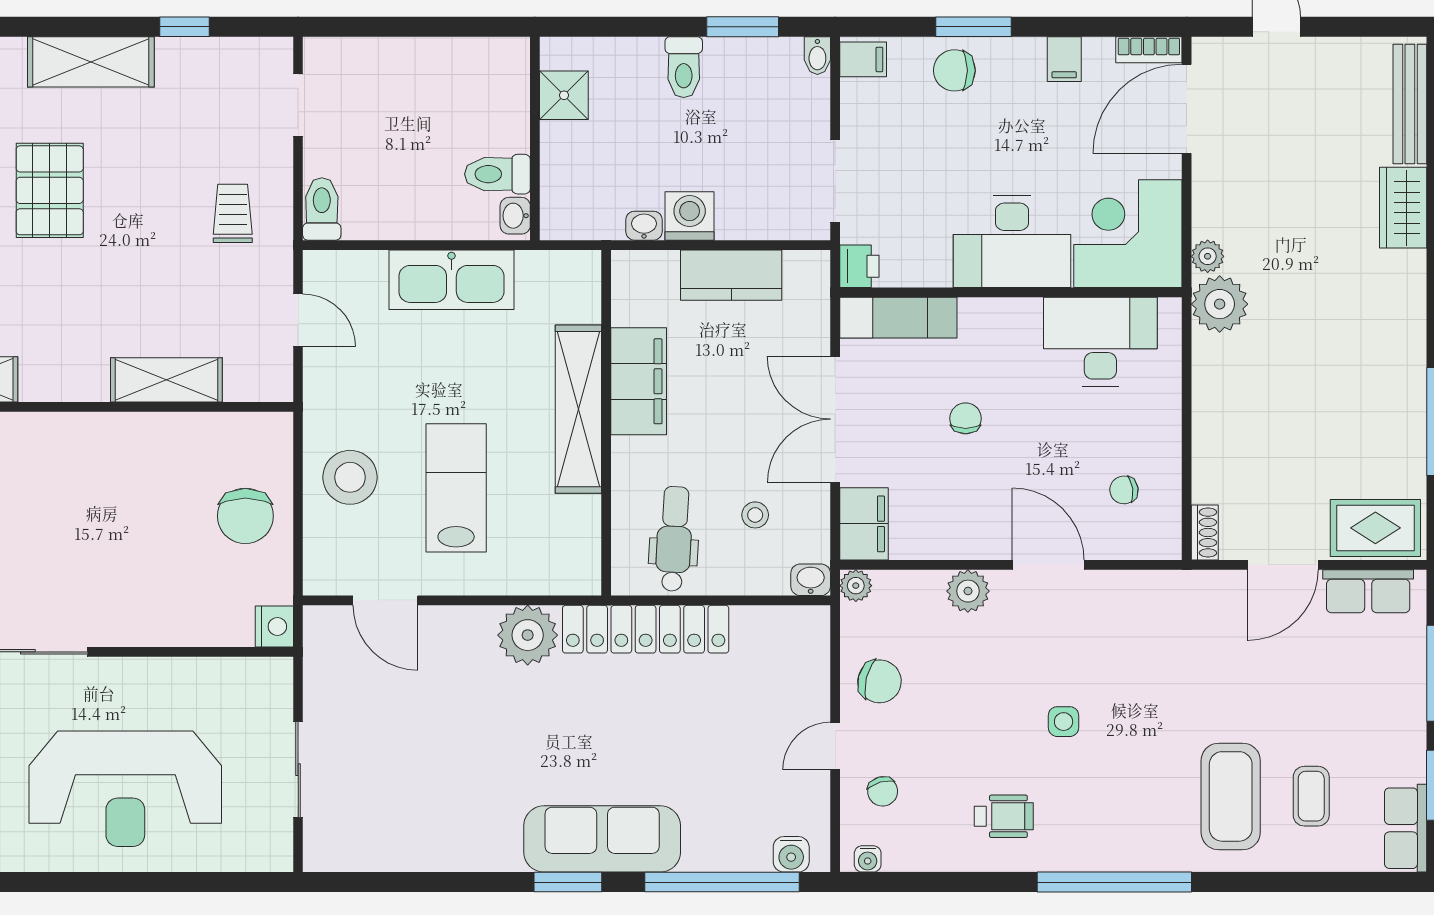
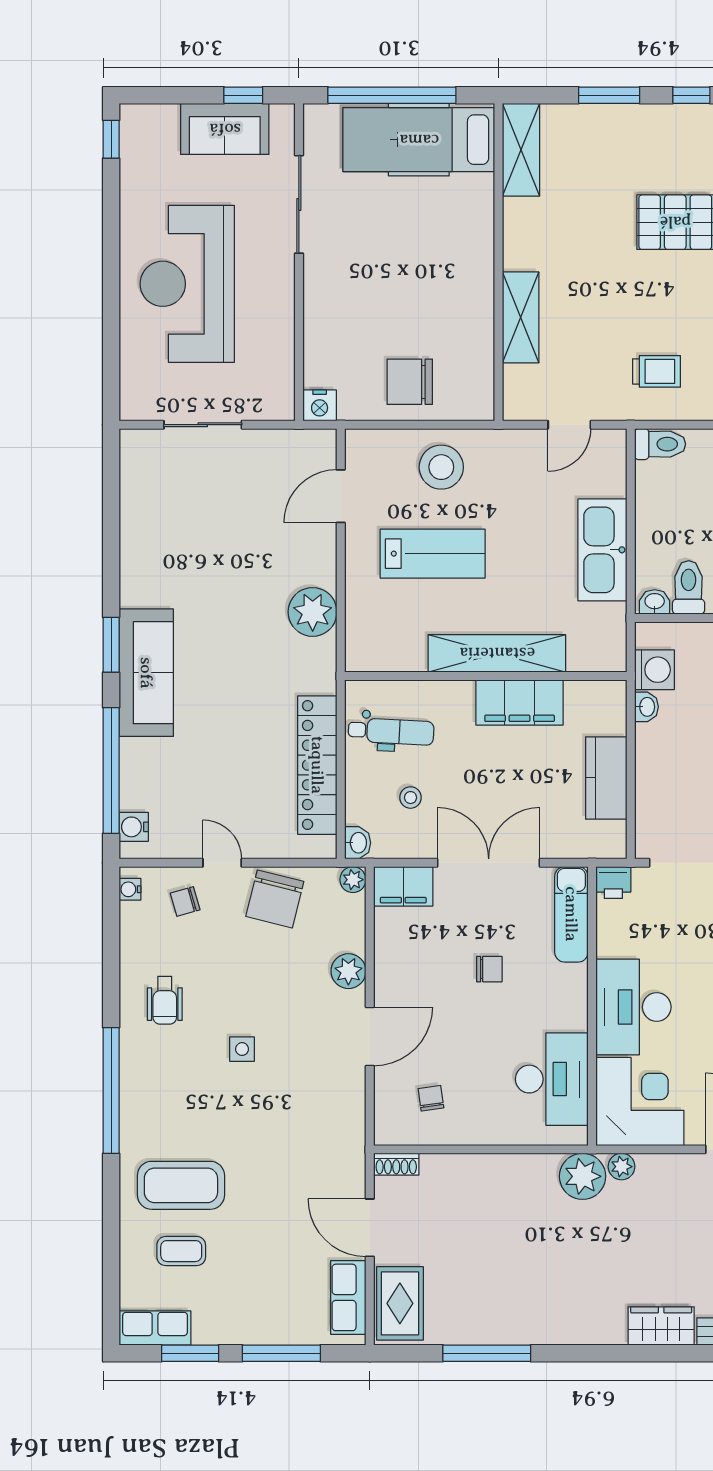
washing machine: (690, 216) -> (654, 670), moved
locker: (646, 629) -> (317, 765), moved
chair: (879, 681) -> (275, 899), width x1.37, depth x1.37

